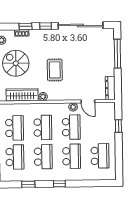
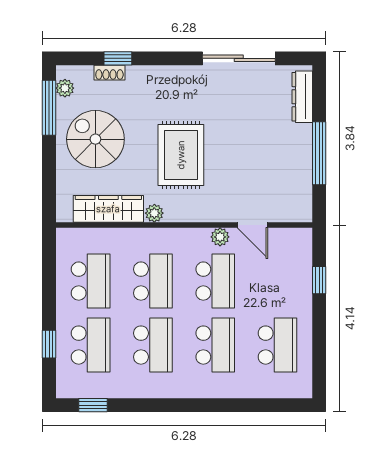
window: (46, 26) -> (162, 58), removed
sliding door: (81, 26) -> (239, 58), width x0.73
window: (117, 54) -> (319, 153), moved
rug: (55, 70) -> (181, 155), width x1.36, depth x1.43
dresser: (110, 88) -> (302, 97), moved
window: (28, 184) -> (93, 405), moved
window: (59, 184) -> (187, 405), removed

